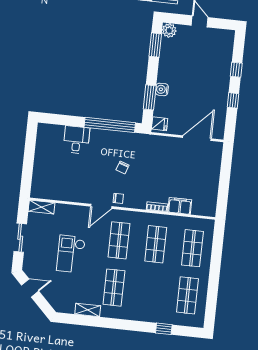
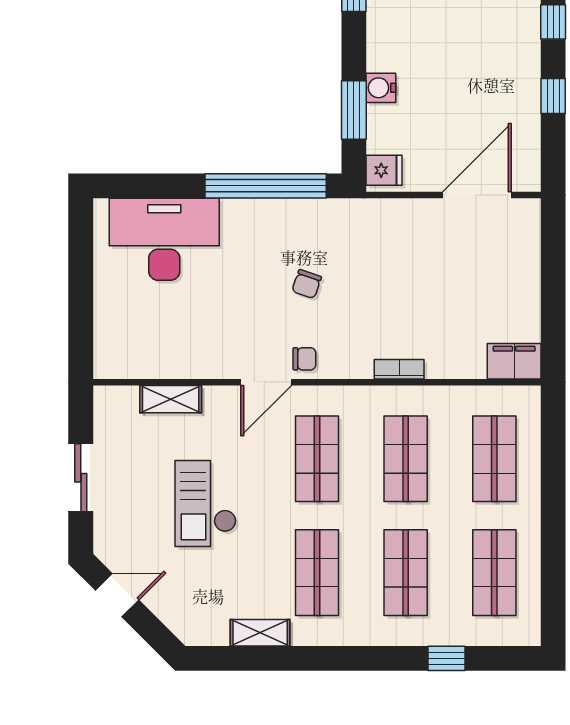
desk: (76, 140) -> (164, 239), width x1.87, depth x1.30
filing cabinet: (180, 206) -> (514, 361), moved
shelving: (42, 207) -> (171, 399), moved
shop shelf: (151, 291) -> (406, 573), added

